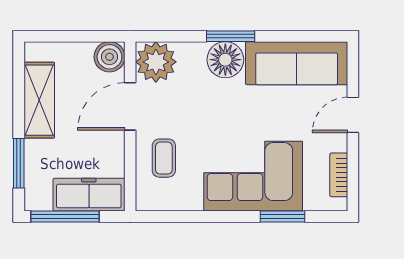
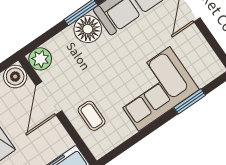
plant: (156, 62) -> (40, 59), width x0.73, depth x0.73
bookcase: (339, 175) -> (206, 52), removed

